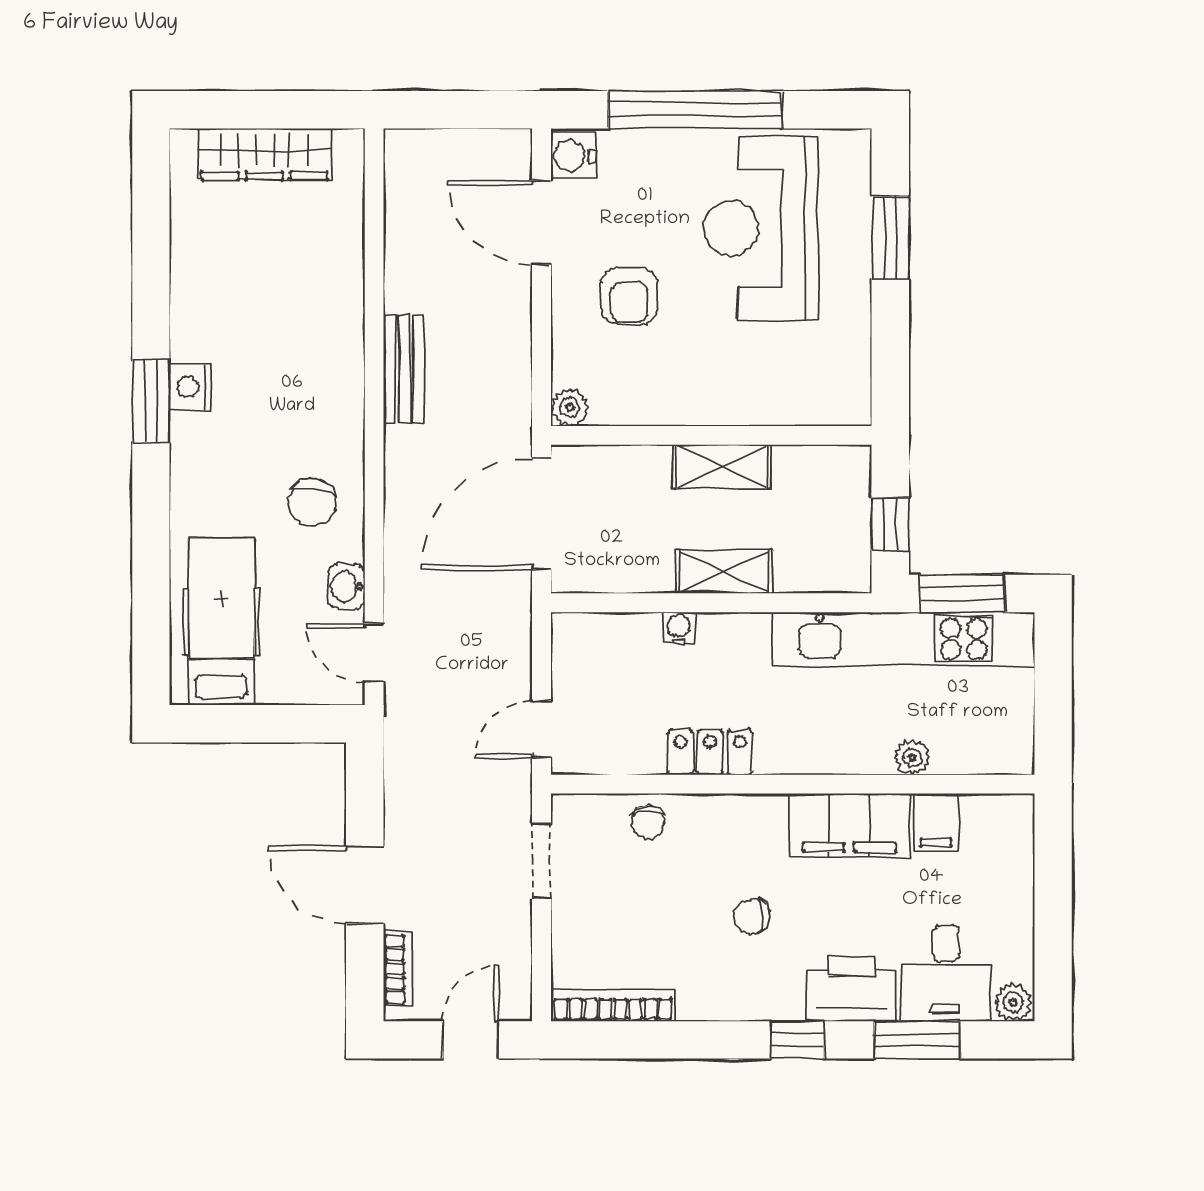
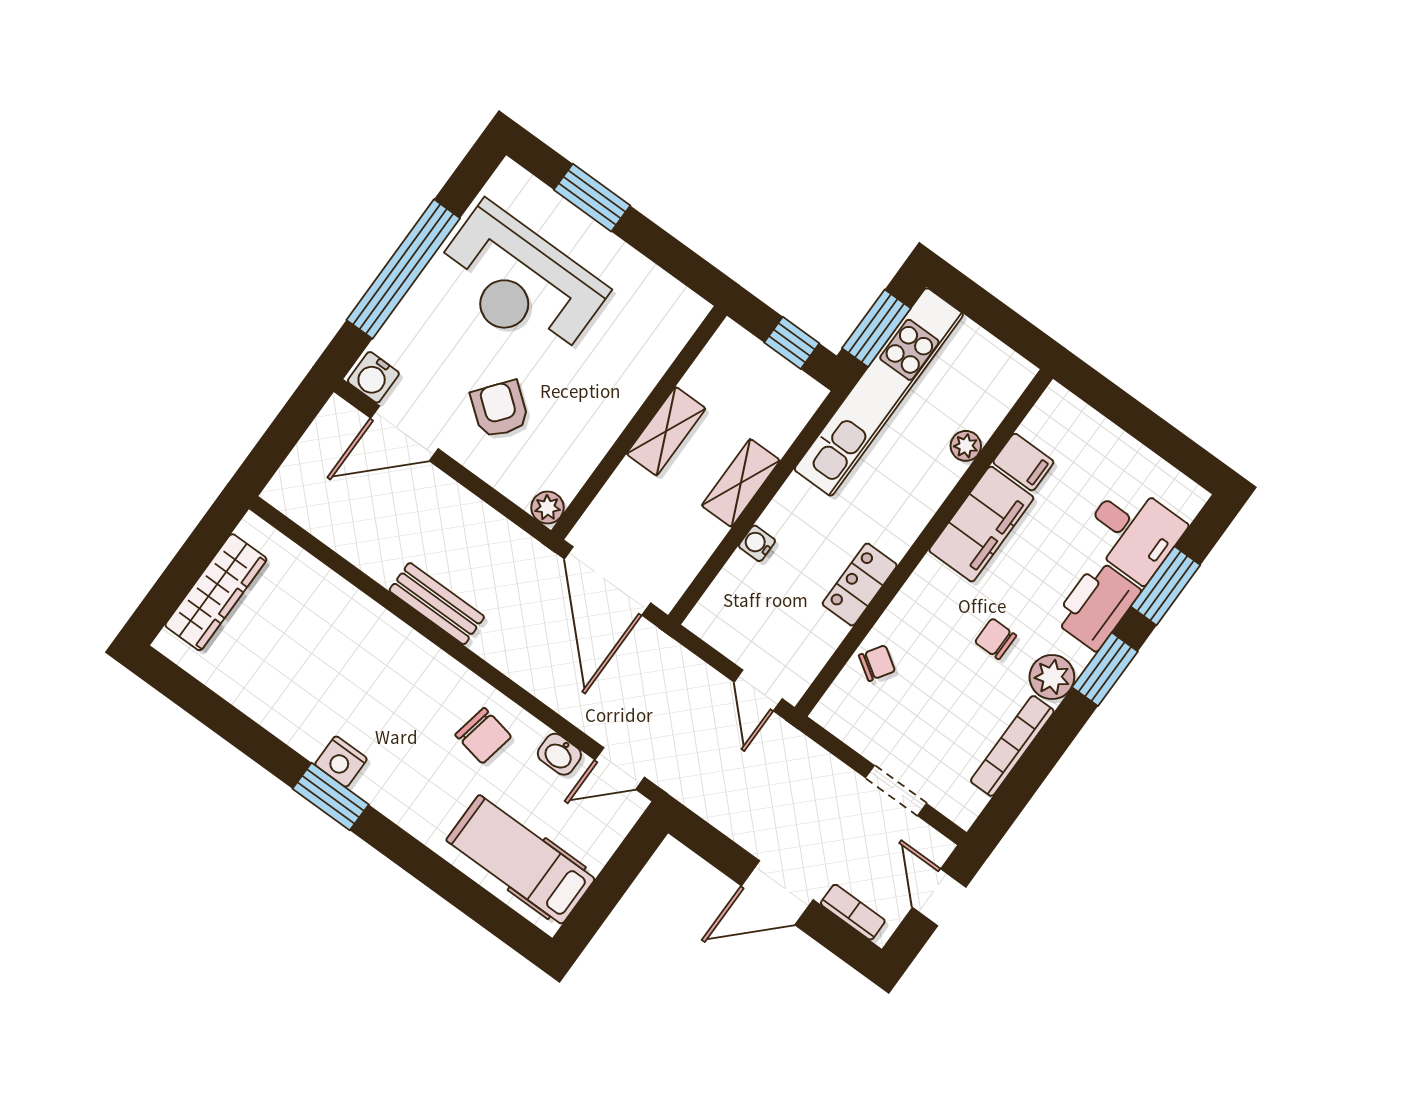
armchair: (629, 296) -> (500, 409), turned -142
chair: (648, 822) -> (877, 663), turned -57
doorway: (542, 861) -> (896, 791), moved
chair: (752, 917) -> (996, 639), turned 90
plant: (1013, 1003) -> (1052, 677), moved, width x1.38, depth x1.38
bookcase: (613, 1005) -> (1012, 746), moved
window: (797, 1040) -> (1105, 669), width x1.50

